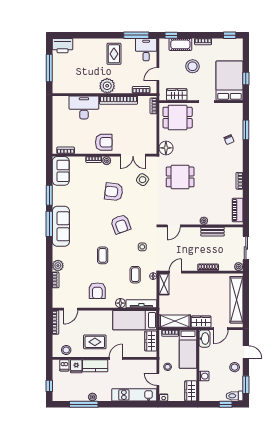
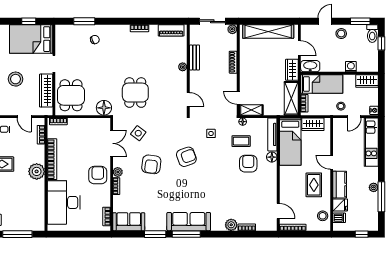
wardrobe: (177, 95) -> (46, 91), width x1.50
desk: (84, 107) -> (64, 202), width x1.36, depth x1.30
coffee table: (103, 255) -> (220, 176), removed
armchair: (97, 291) -> (248, 164), moved, turned -90

